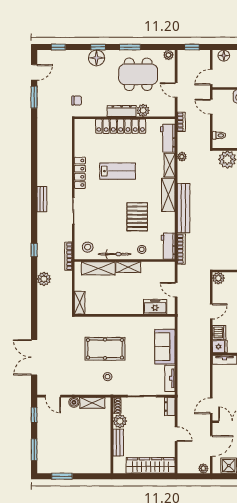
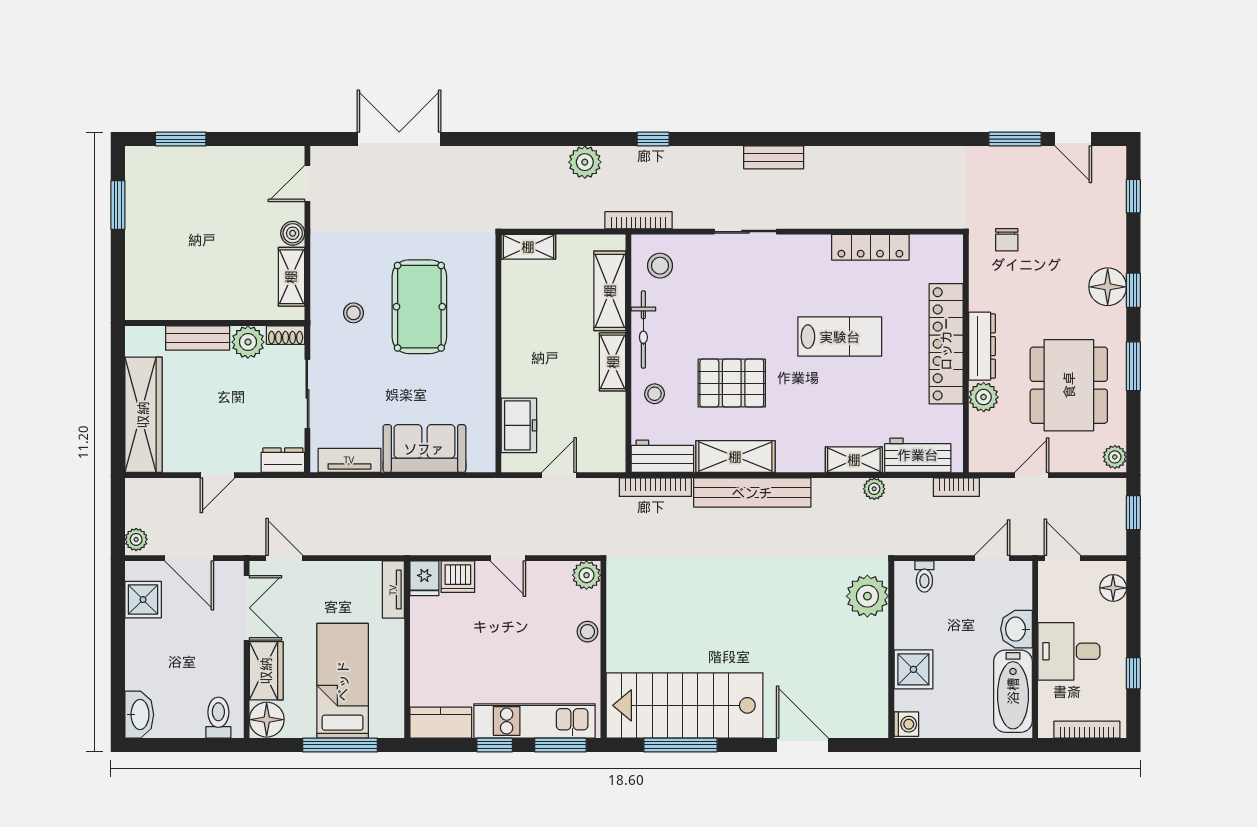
lab bench: (118, 171) -> (840, 337), turned -90
locker: (80, 173) -> (870, 247), moved
shelving: (168, 195) -> (735, 457), moved
window: (34, 415) -> (263, 139), removed

